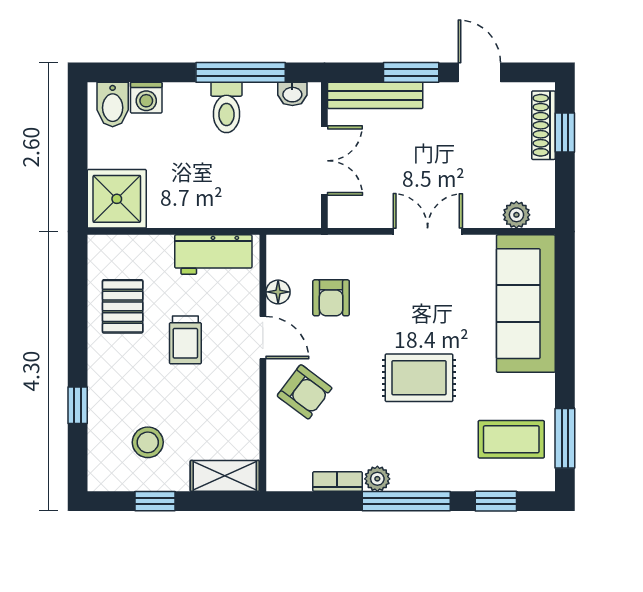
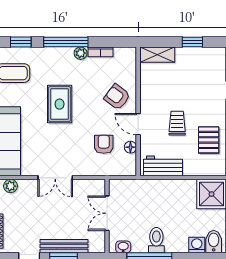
bench: (375, 95) -> (64, 246), moved
rug: (419, 378) -> (60, 104), turned 90
stool: (148, 442) -> (196, 72), removed

